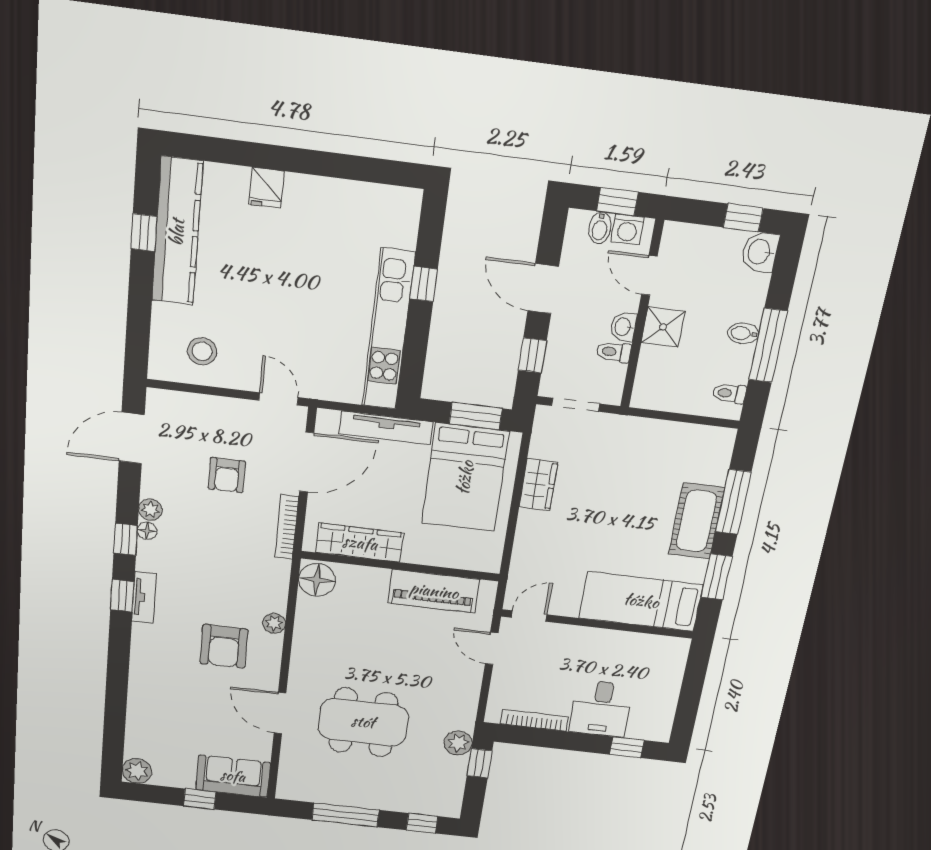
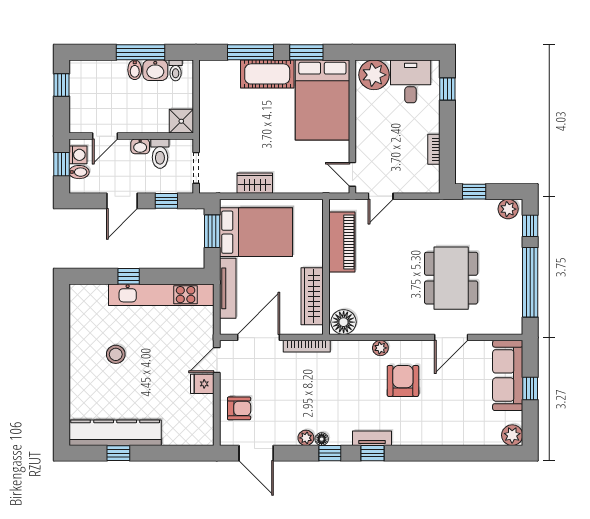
fridge: (266, 188) -> (202, 384), moved, turned 180
washbasin: (760, 252) -> (155, 70), moved
shower: (663, 327) -> (181, 121), moved
stool: (202, 351) -> (116, 354), moved
toilet: (614, 352) -> (160, 154), width x1.37, depth x1.39
door: (307, 462) -> (259, 337), hinge flipped
armchair: (227, 475) -> (239, 408), moved
bed: (641, 601) -> (322, 100), width x1.50
armchair: (224, 646) -> (403, 381), turned -90
plant: (665, 660) -> (374, 75), added
desk: (601, 708) -> (411, 81), moved, turned -90
bookcase: (535, 720) -> (434, 149), width x0.64
plant: (458, 743) -> (508, 209), moved
sofa: (233, 776) -> (508, 375), width x1.36
window: (345, 815) -> (530, 282), width x1.46

